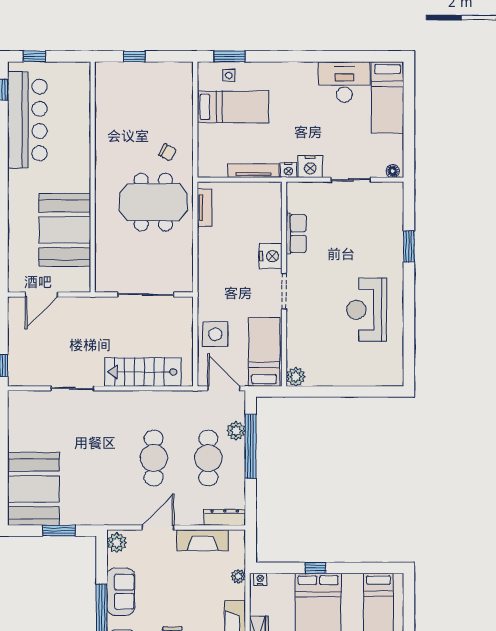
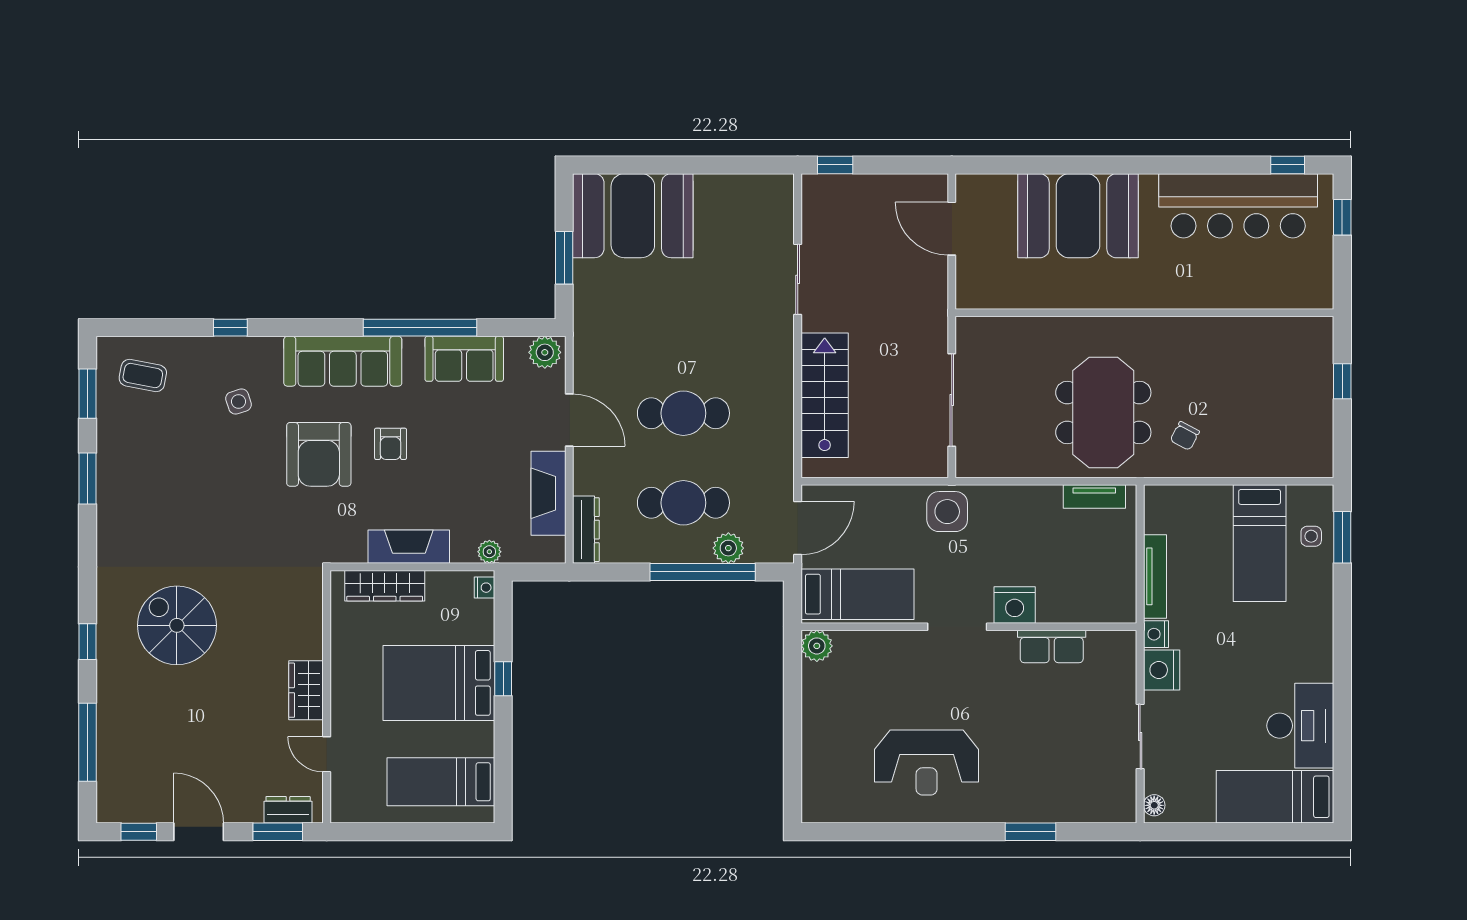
booth: (65, 230) -> (1078, 216), moved
reception desk: (367, 310) -> (927, 762), turned 180
side table: (215, 334) -> (947, 512), moved

